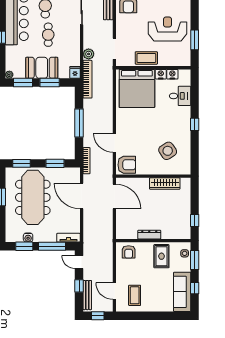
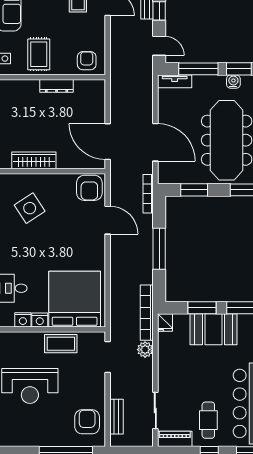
cafe table: (48, 35) -> (204, 378), removed
armchair: (127, 165) -> (89, 188), turned -90

